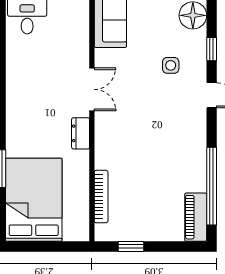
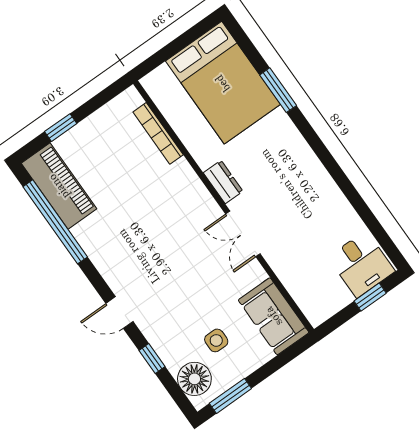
side table: (171, 65) -> (216, 340), moved
piano: (196, 217) -> (59, 186), width x1.37, depth x1.33
window: (131, 247) -> (61, 128), moved

